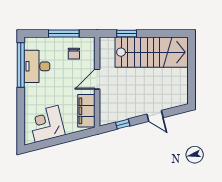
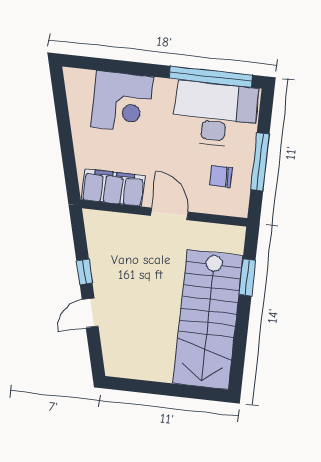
desk: (37, 66) -> (215, 114), width x1.36, depth x1.30
corner desk: (47, 124) -> (122, 102), moved, turned 104
window: (123, 124) -> (84, 272), moved

